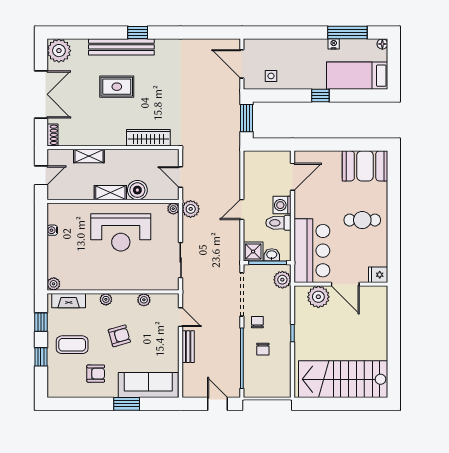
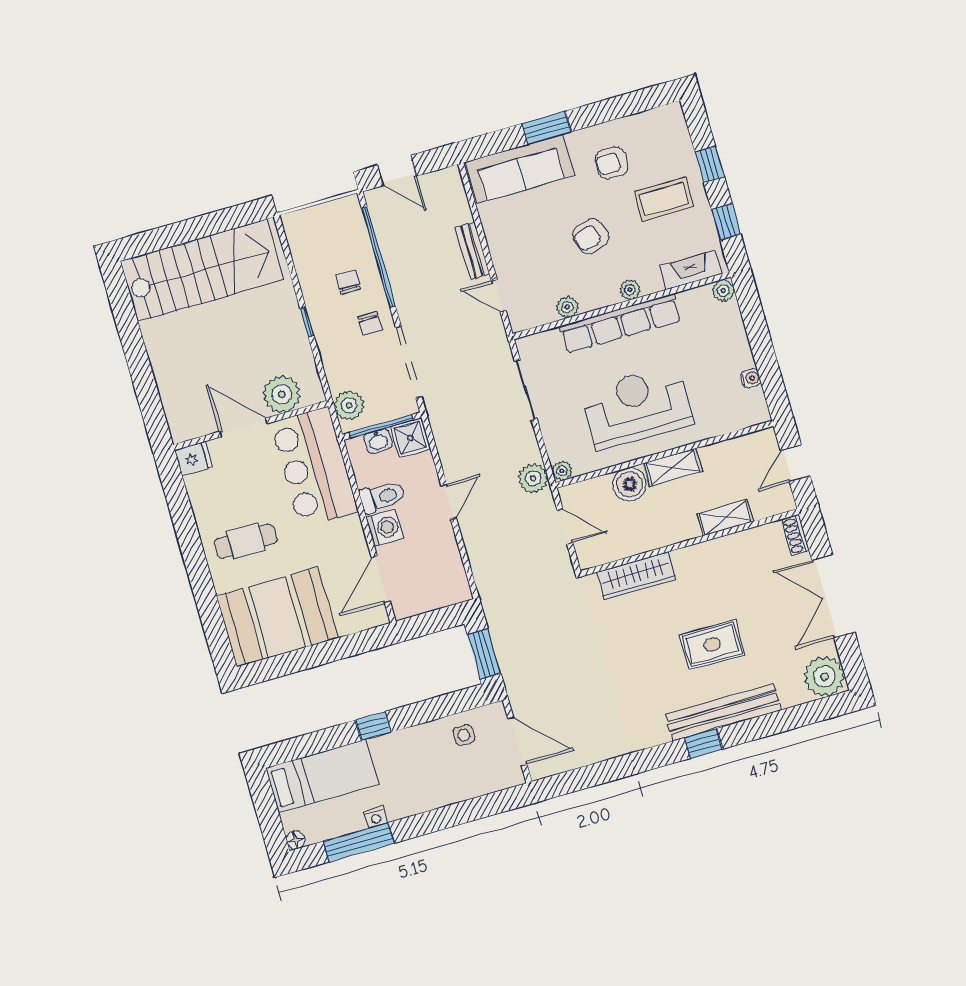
booth: (365, 166) -> (277, 617), width x1.36, depth x1.42
row of seats: (117, 282) -> (620, 323), added

